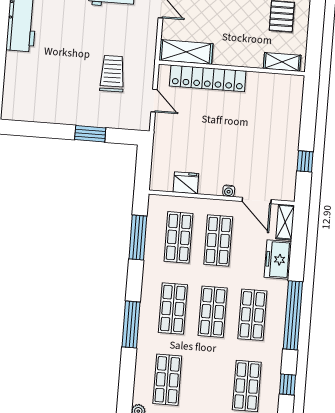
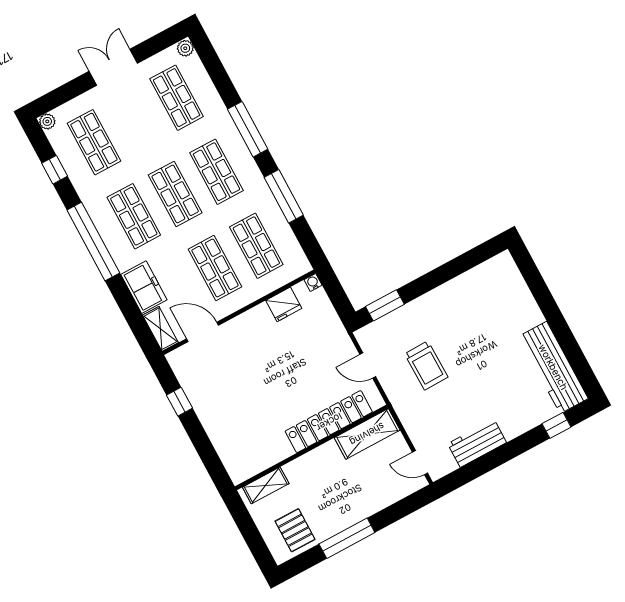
window: (90, 134) -> (385, 305), moved
water cooler: (229, 191) -> (313, 282), moved
window: (138, 237) -> (284, 196), moved

